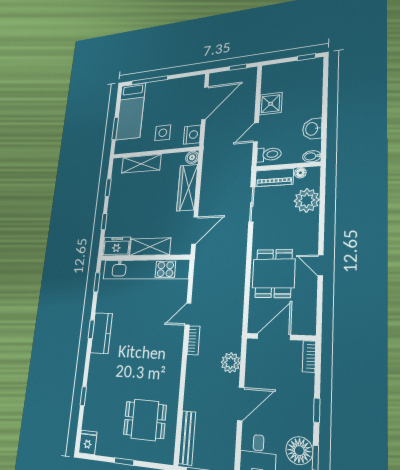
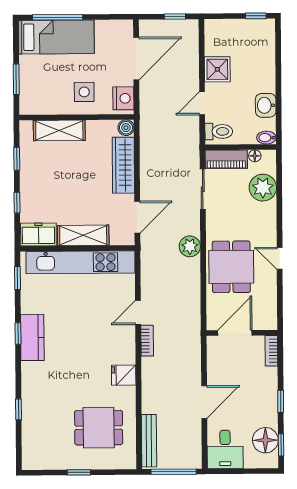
bed: (131, 111) -> (56, 37), moved, turned -90
plant: (231, 363) -> (190, 246), moved
fridge: (88, 442) -> (124, 375), moved, turned -90

